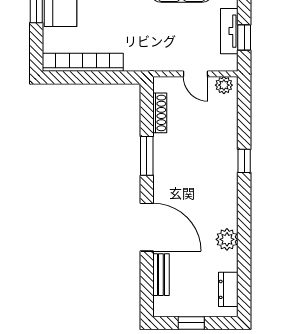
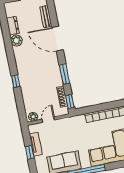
window: (244, 37) -> (30, 152), moved
door: (196, 74) -> (48, 120), hinge flipped
window: (147, 101) -> (70, 101), added
dresser: (228, 289) -> (13, 26), moved

